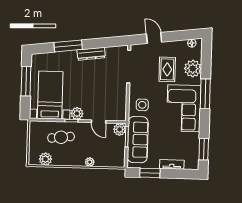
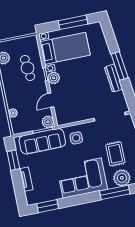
window: (68, 46) -> (120, 66), moved
rug: (167, 69) -> (115, 154), turned 90
window: (205, 94) -> (115, 192), moved
plant: (90, 162) -> (13, 113), moved

